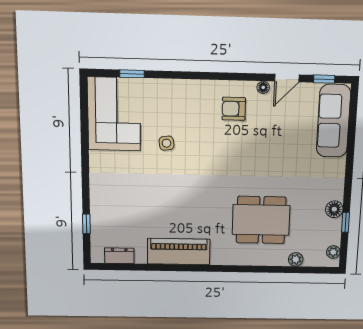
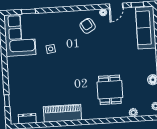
armchair: (234, 109) -> (88, 26), turned 60
dining table: (261, 220) -> (110, 90), width x0.73

